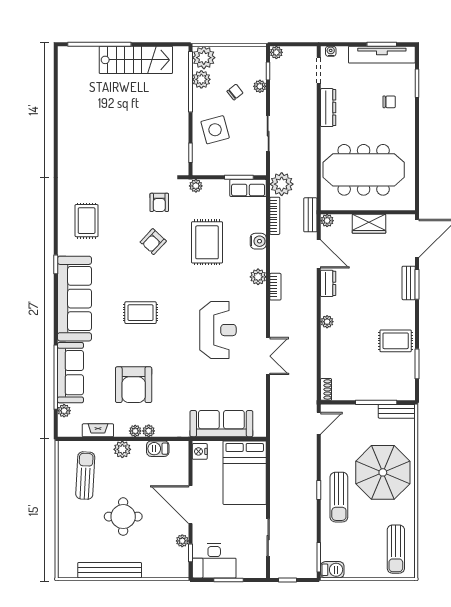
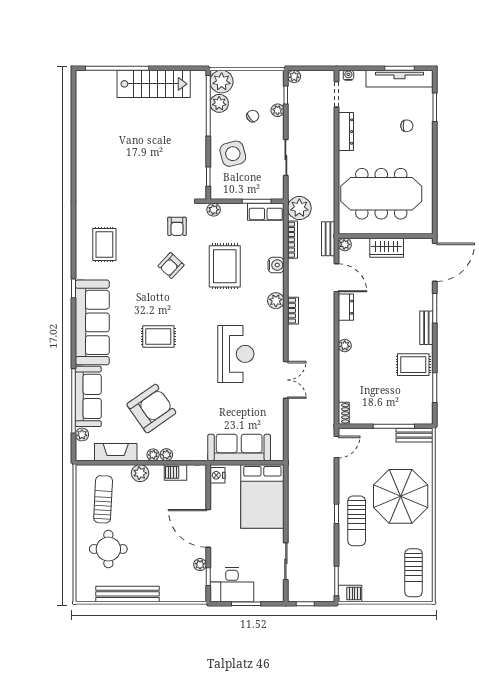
bench: (409, 283) -> (426, 328), moved
armchair: (134, 385) -> (151, 409), turned -125
fireplace: (98, 430) -> (116, 452), width x1.37, depth x1.32
round table: (123, 517) -> (108, 549), moved

